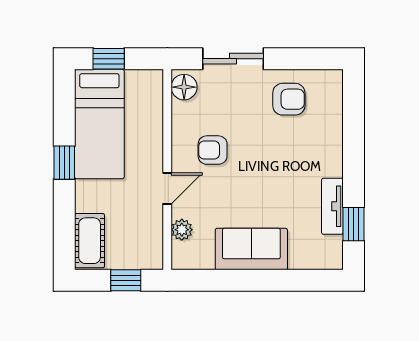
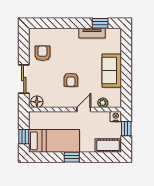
armchair: (213, 150) -> (71, 80), moved
door: (167, 188) -> (84, 110), hinge flipped
nightstand: (152, 258) -> (116, 117), added

